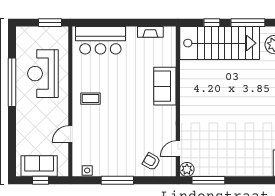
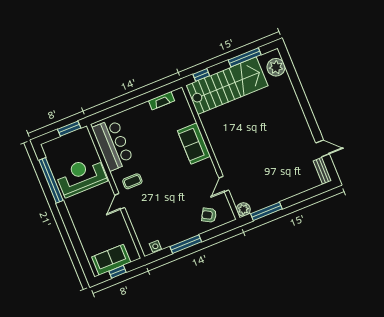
window: (212, 23) -> (201, 75), moved
bar counter: (100, 40) -> (113, 145), moved, turned -90
reception desk: (43, 74) -> (81, 176), turned 90
window: (12, 82) -> (51, 180), moved
door: (70, 134) -> (120, 201), moved
door: (178, 149) -> (224, 184), moved

